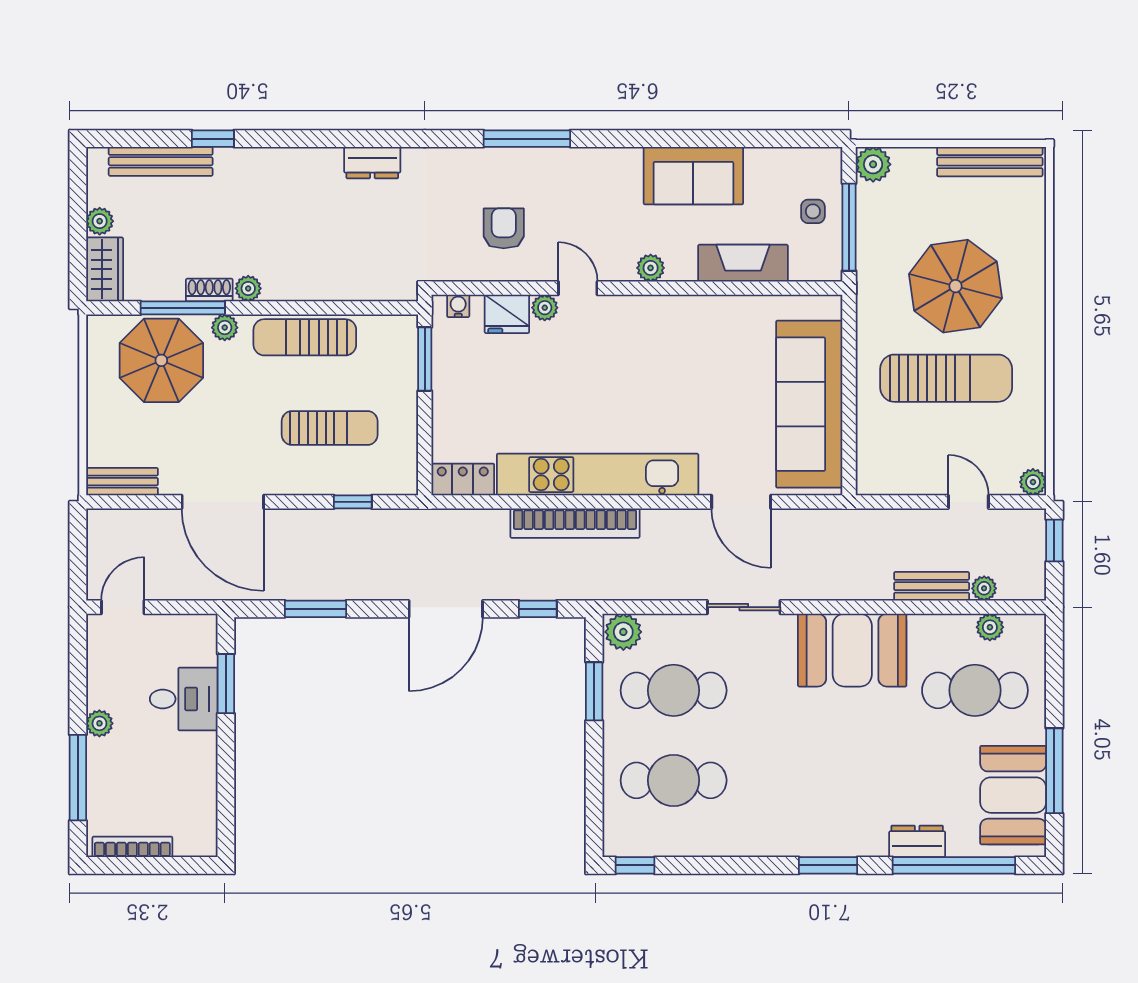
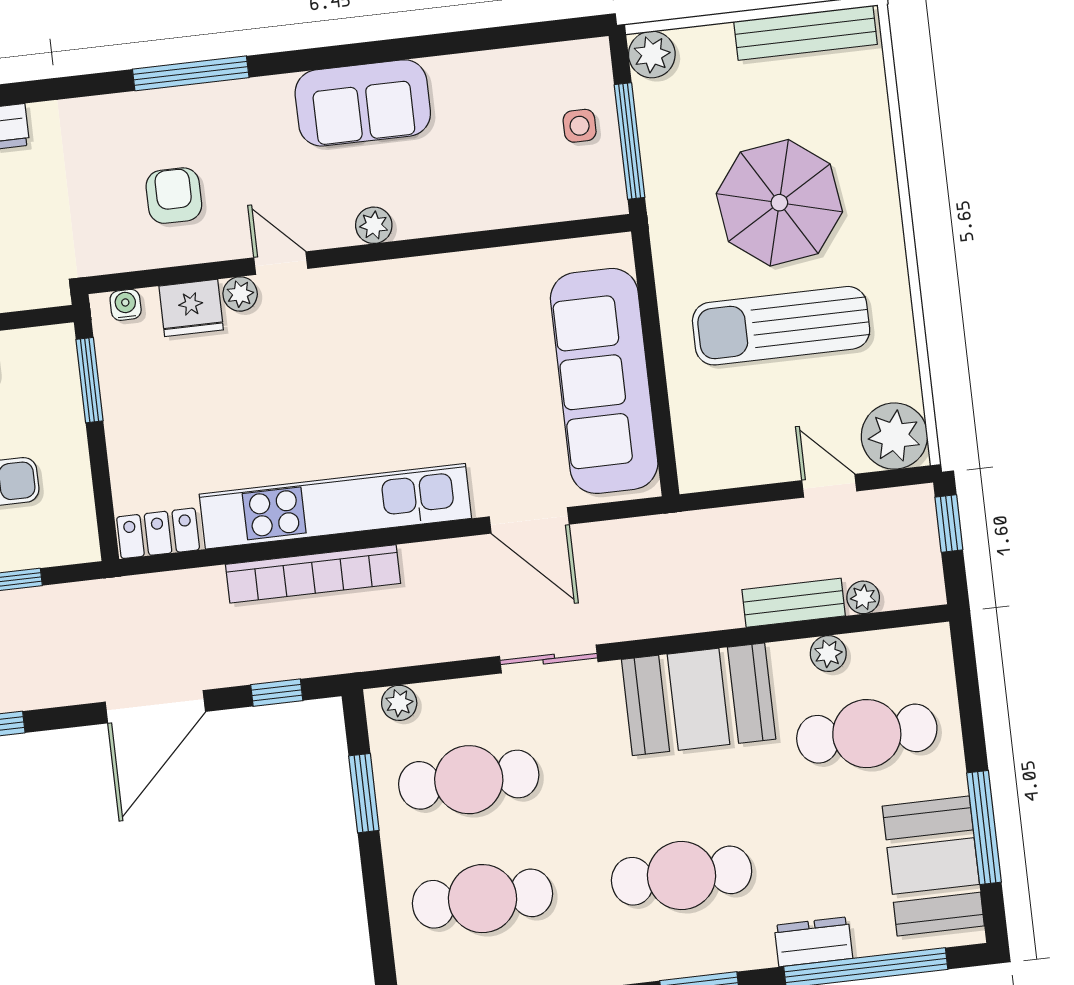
sofa: (693, 176) -> (363, 103), moved
fireplace: (743, 263) -> (495, 205), removed
sun lounger: (946, 378) -> (781, 326), turned 180
plant: (1033, 482) -> (894, 436), width x1.88, depth x1.88
plant: (990, 627) -> (828, 654), moved
plant: (623, 632) -> (399, 703), width x0.73, depth x0.73
cafe table: (824, 780) -> (682, 876), added

